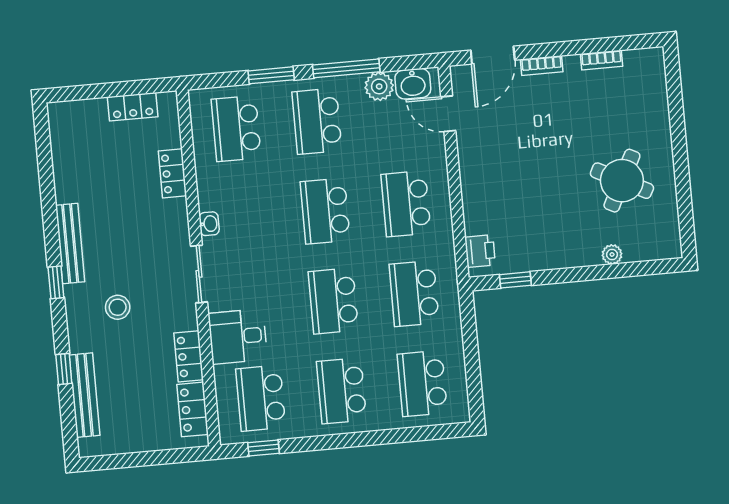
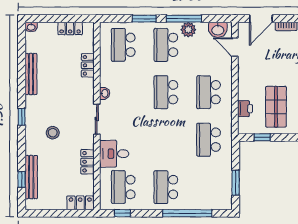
plant: (379, 86) -> (188, 30), moved
washbasin: (59, 111) -> (31, 27), added
shop shelf: (536, 220) -> (276, 107), added
bench: (70, 244) -> (31, 74), moved
printer: (480, 251) -> (245, 109), moved
school desk: (333, 301) -> (166, 140), removed
window: (64, 369) -> (22, 179), moved
window: (473, 371) -> (236, 183), added
school desk: (422, 383) -> (208, 187), removed
locker: (193, 409) -> (80, 203), moved, turned 90
window: (387, 437) -> (187, 213), added

